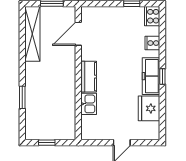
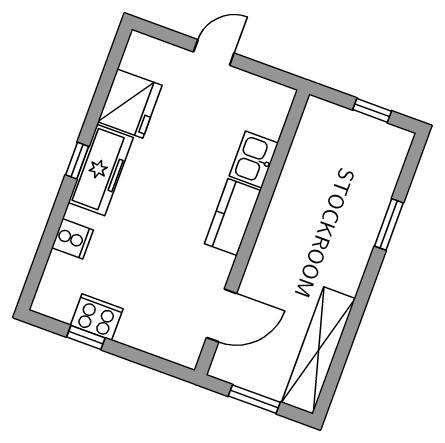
cooker: (152, 16) -> (97, 317), moved, turned -90

